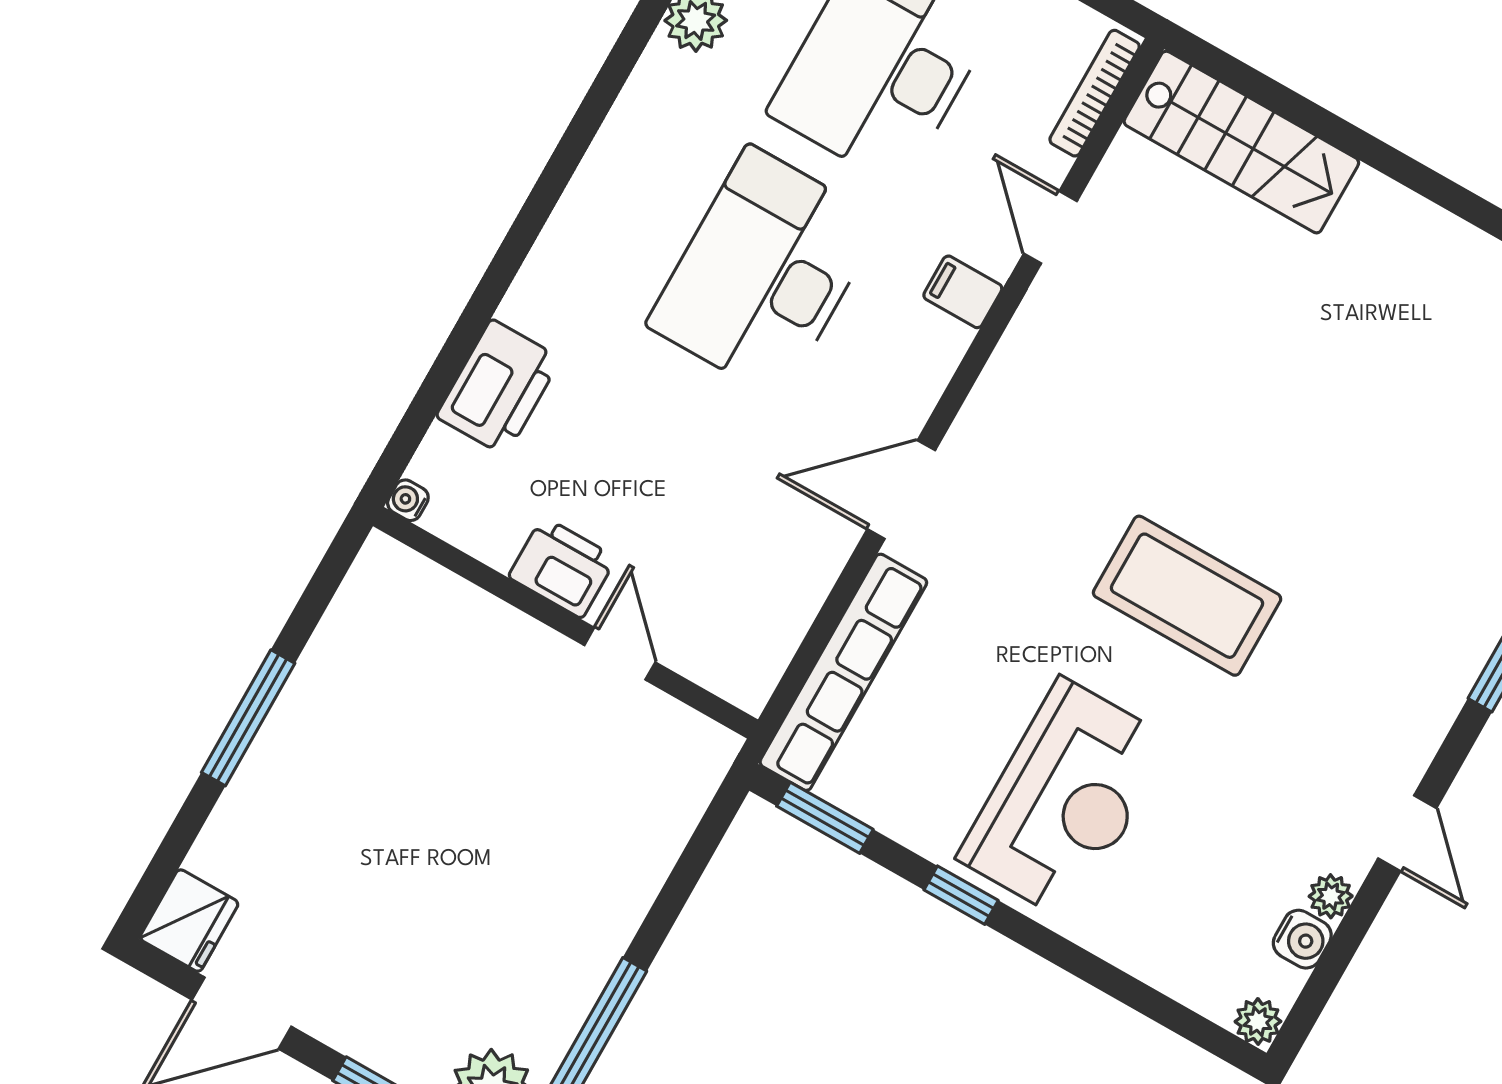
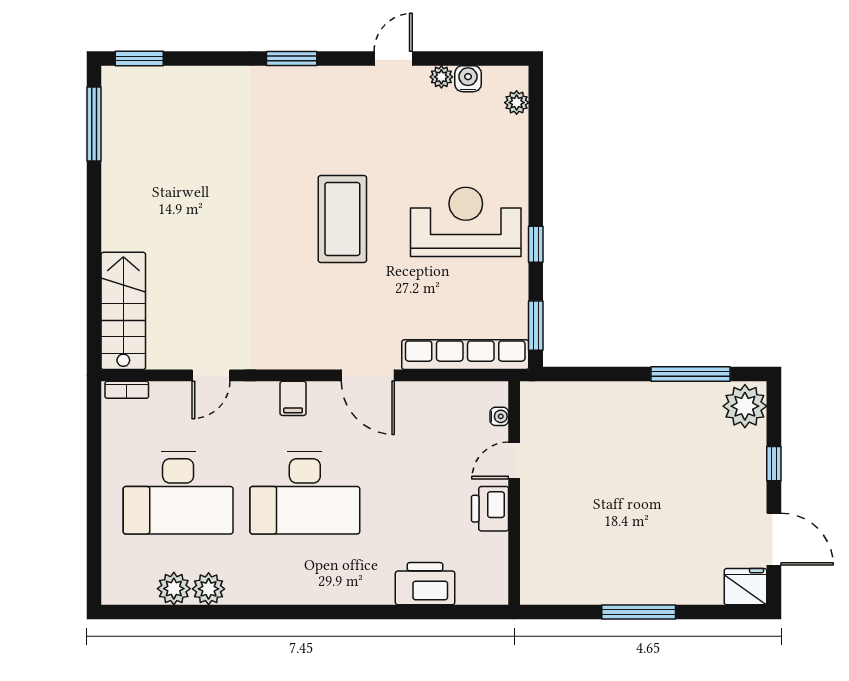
bookcase: (1095, 93) -> (127, 390), width x0.64
filing cabinet: (963, 292) -> (293, 398), moved
water cooler: (408, 500) -> (499, 416), moved, turned -90
plant: (1258, 1021) -> (517, 103), moved

